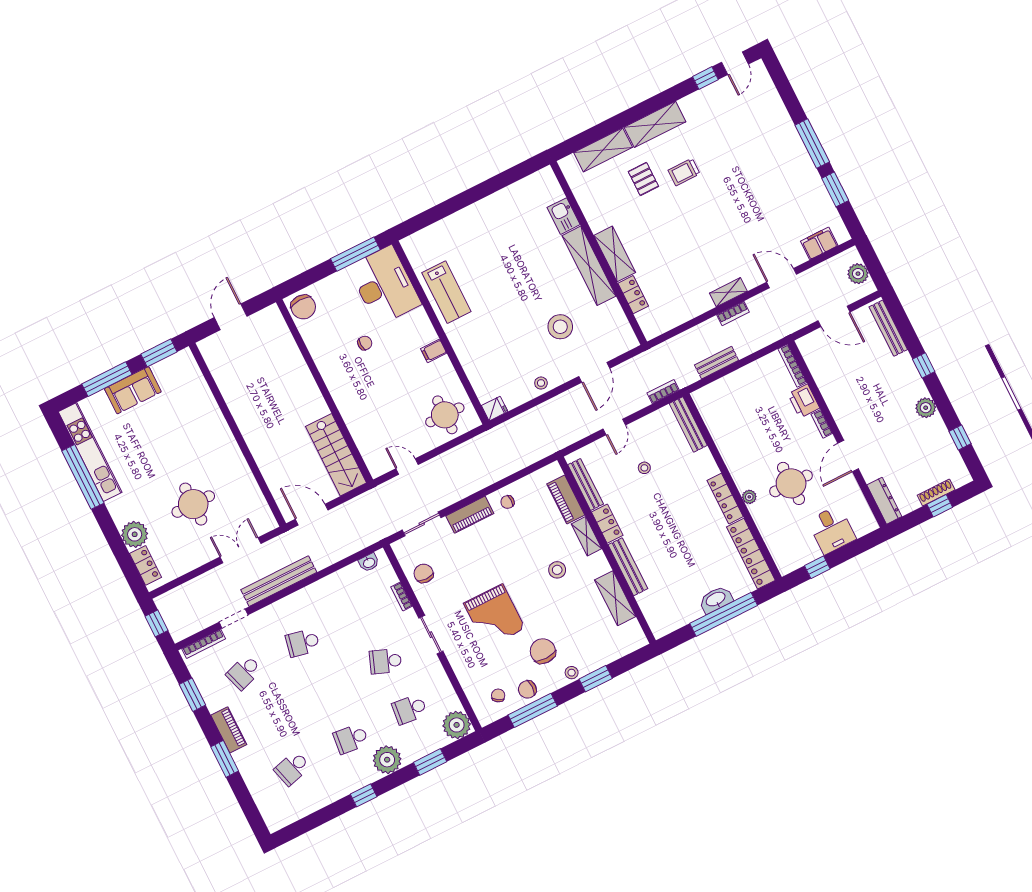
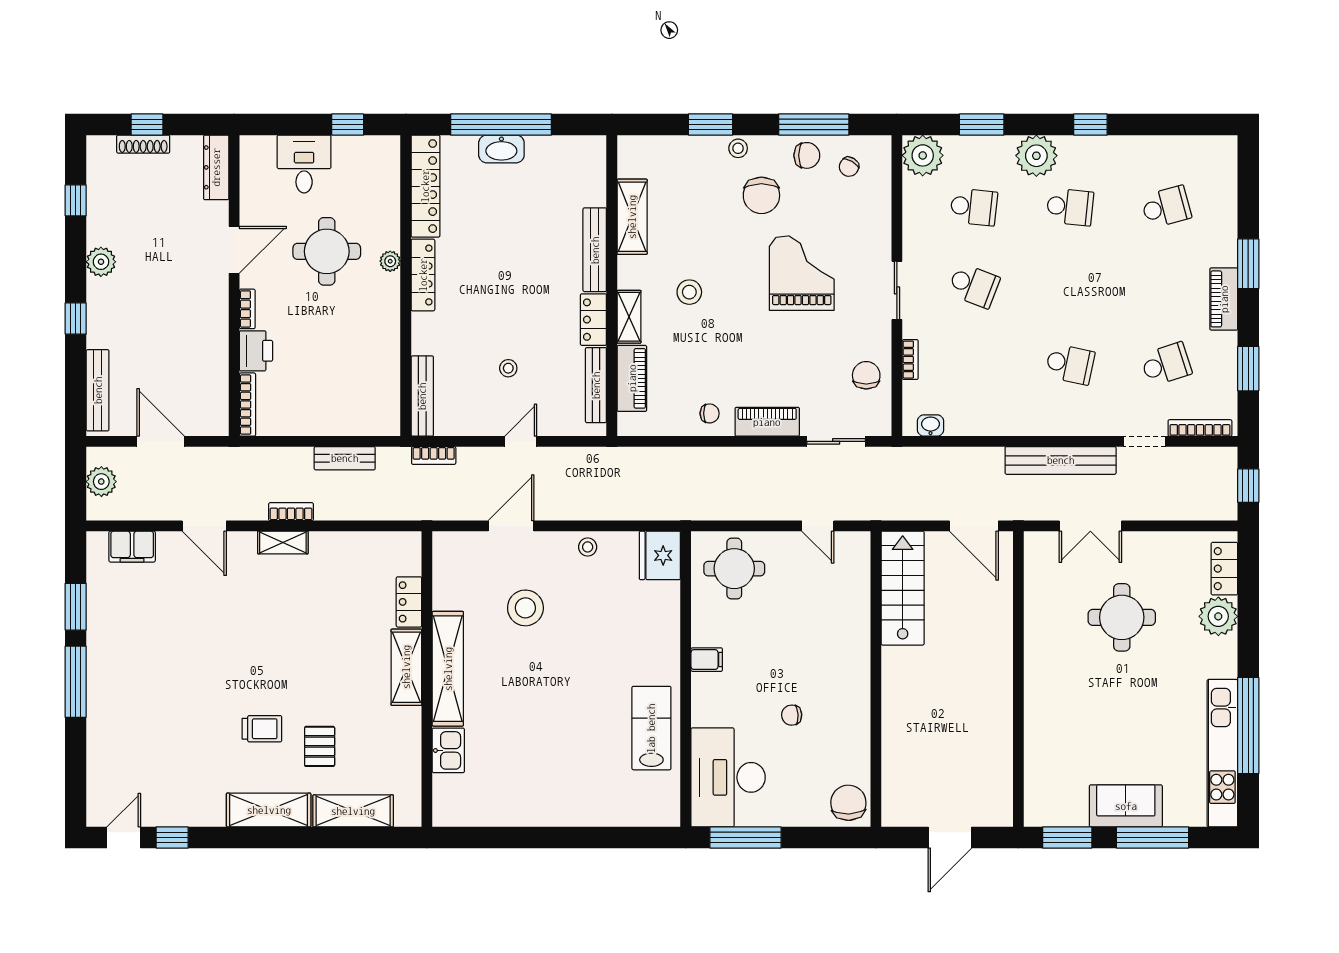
fridge: (495, 409) -> (660, 555), width x1.88, depth x1.34
chair: (424, 573) -> (866, 375), turned 180

